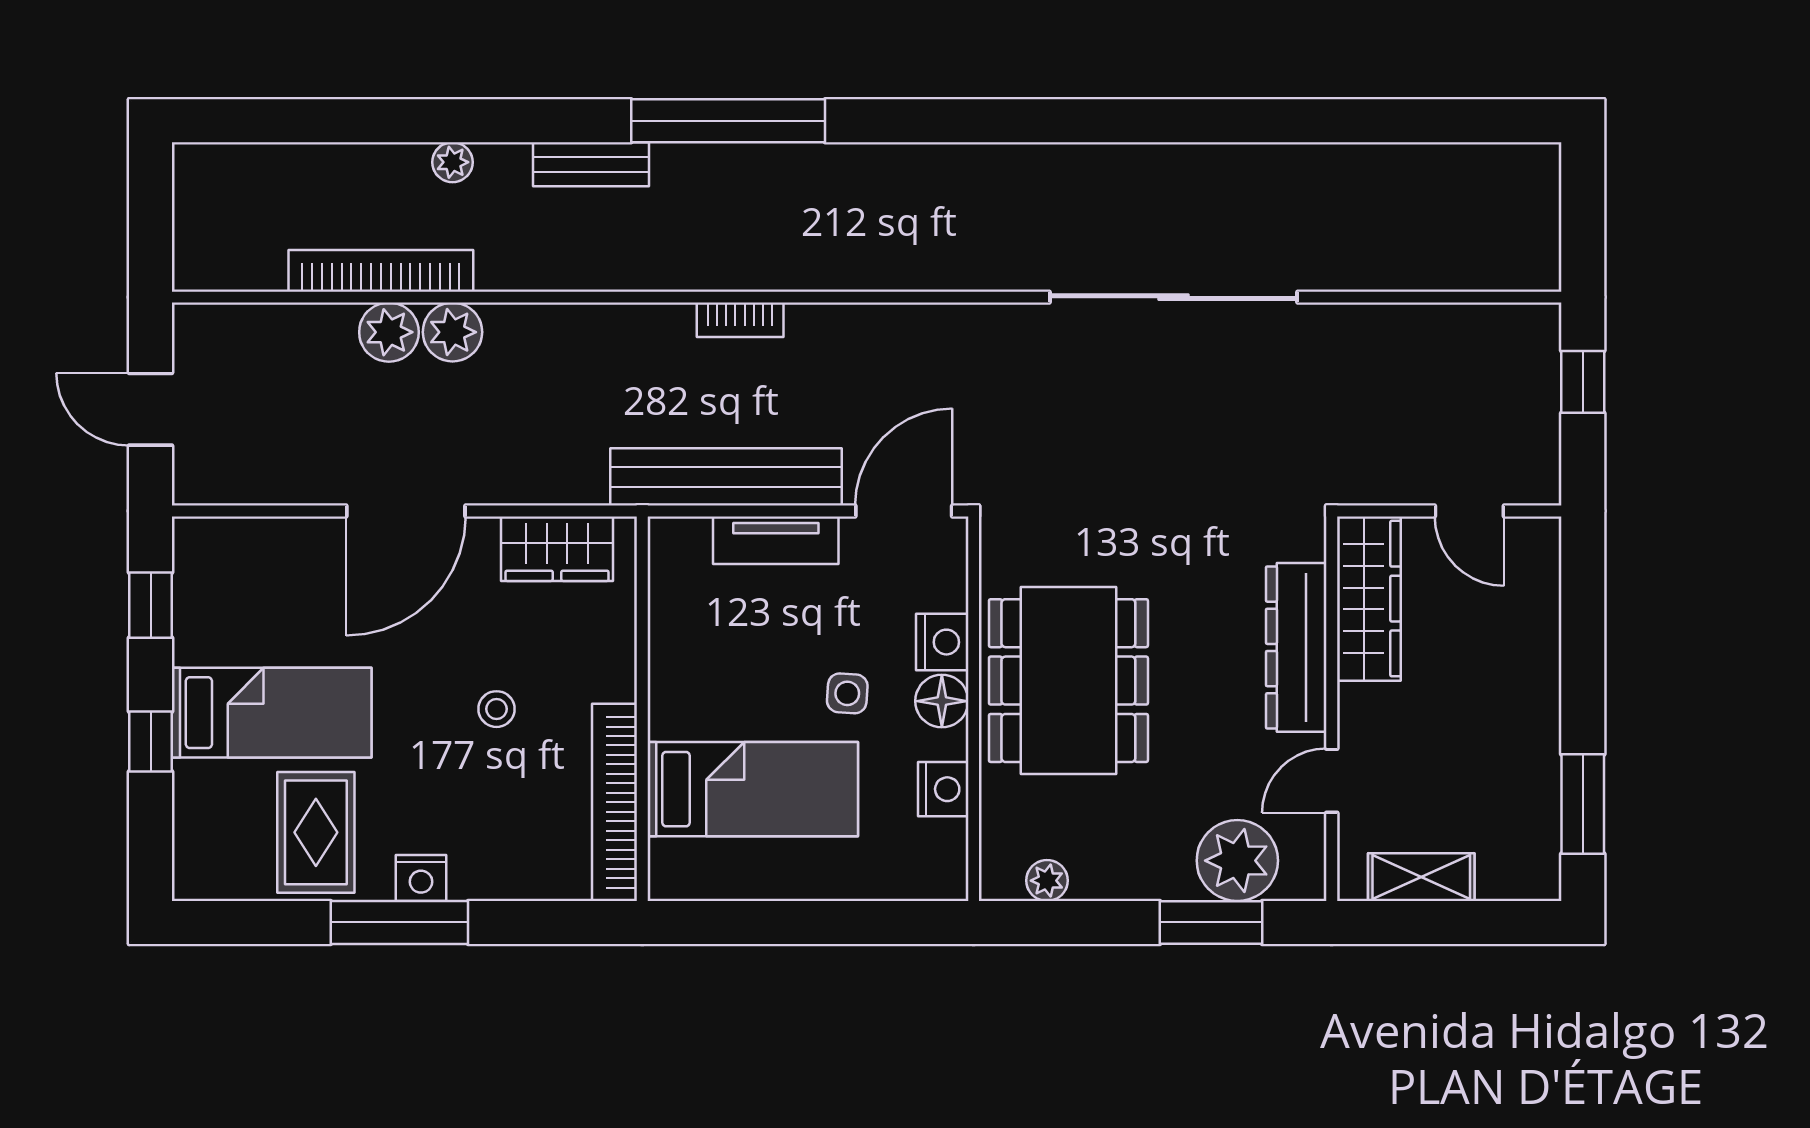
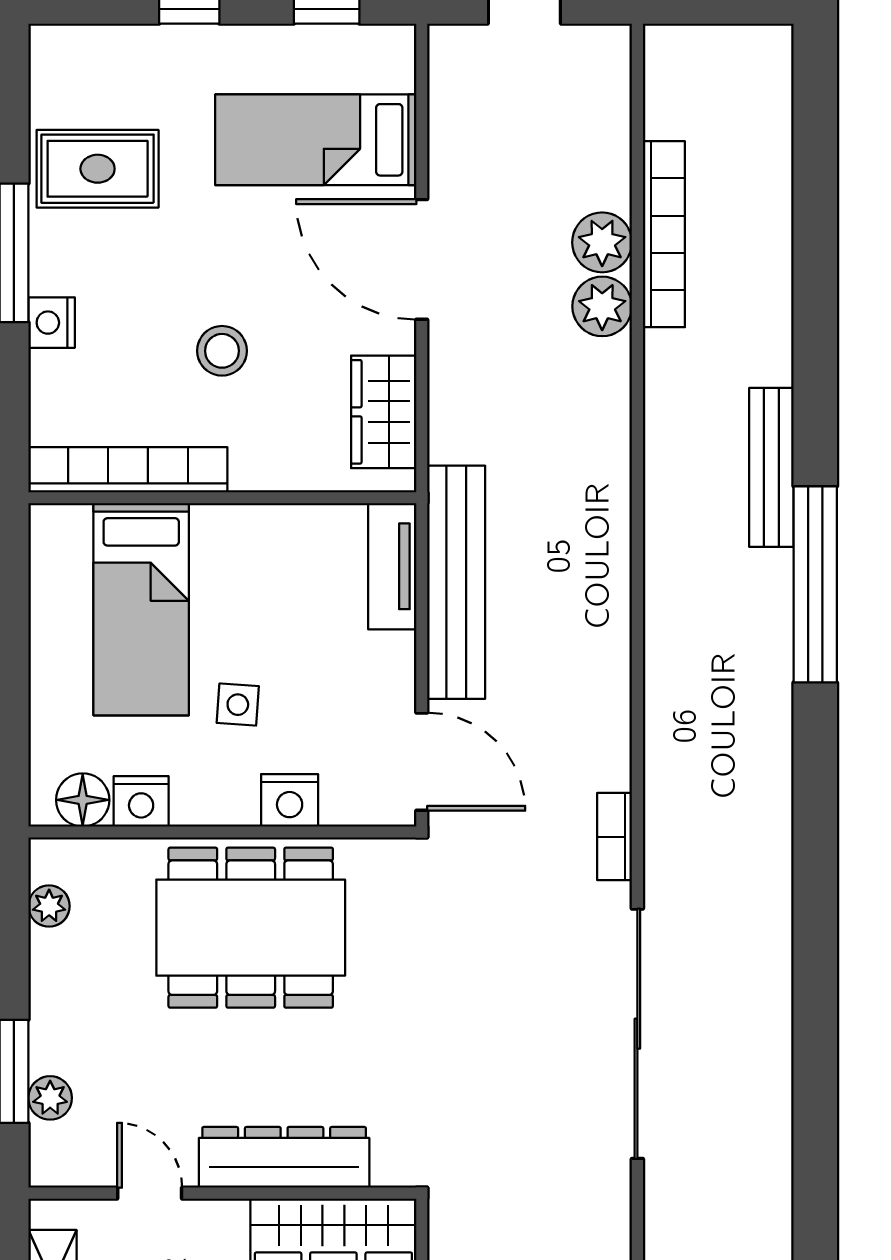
plant: (452, 162) -> (773, 306), removed
bench: (591, 164) -> (771, 467), width x1.36
bookcase: (740, 320) -> (615, 837), moved
tv unit: (776, 540) -> (392, 566), moved
floor lamp: (942, 701) -> (83, 800), moved
stool: (497, 709) -> (222, 351), width x1.37, depth x1.37
bed: (272, 713) -> (316, 140), moved, turned 90
plant: (1237, 861) -> (50, 1098), width x0.53, depth x0.53
nightstand: (421, 878) -> (52, 323), moved

